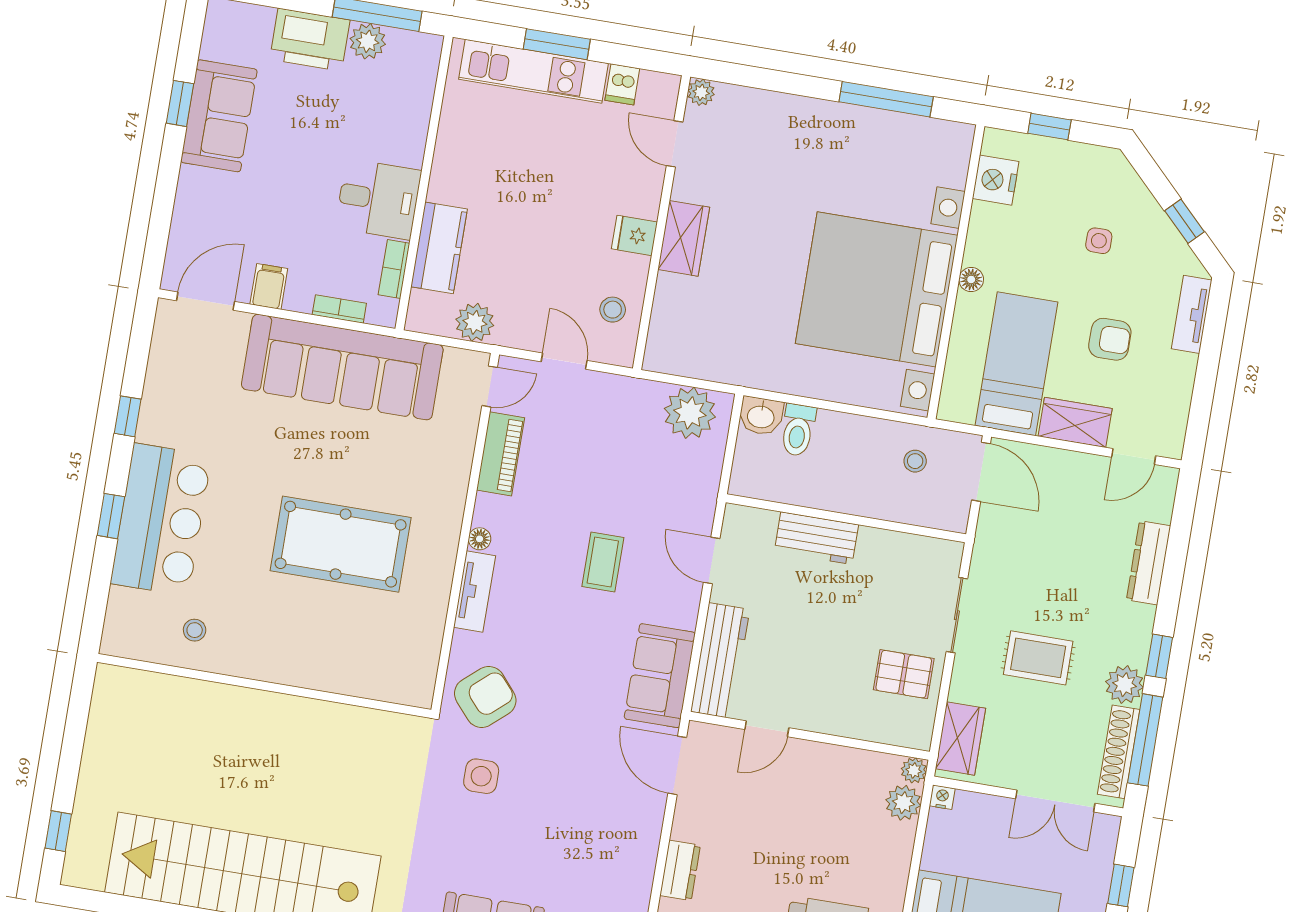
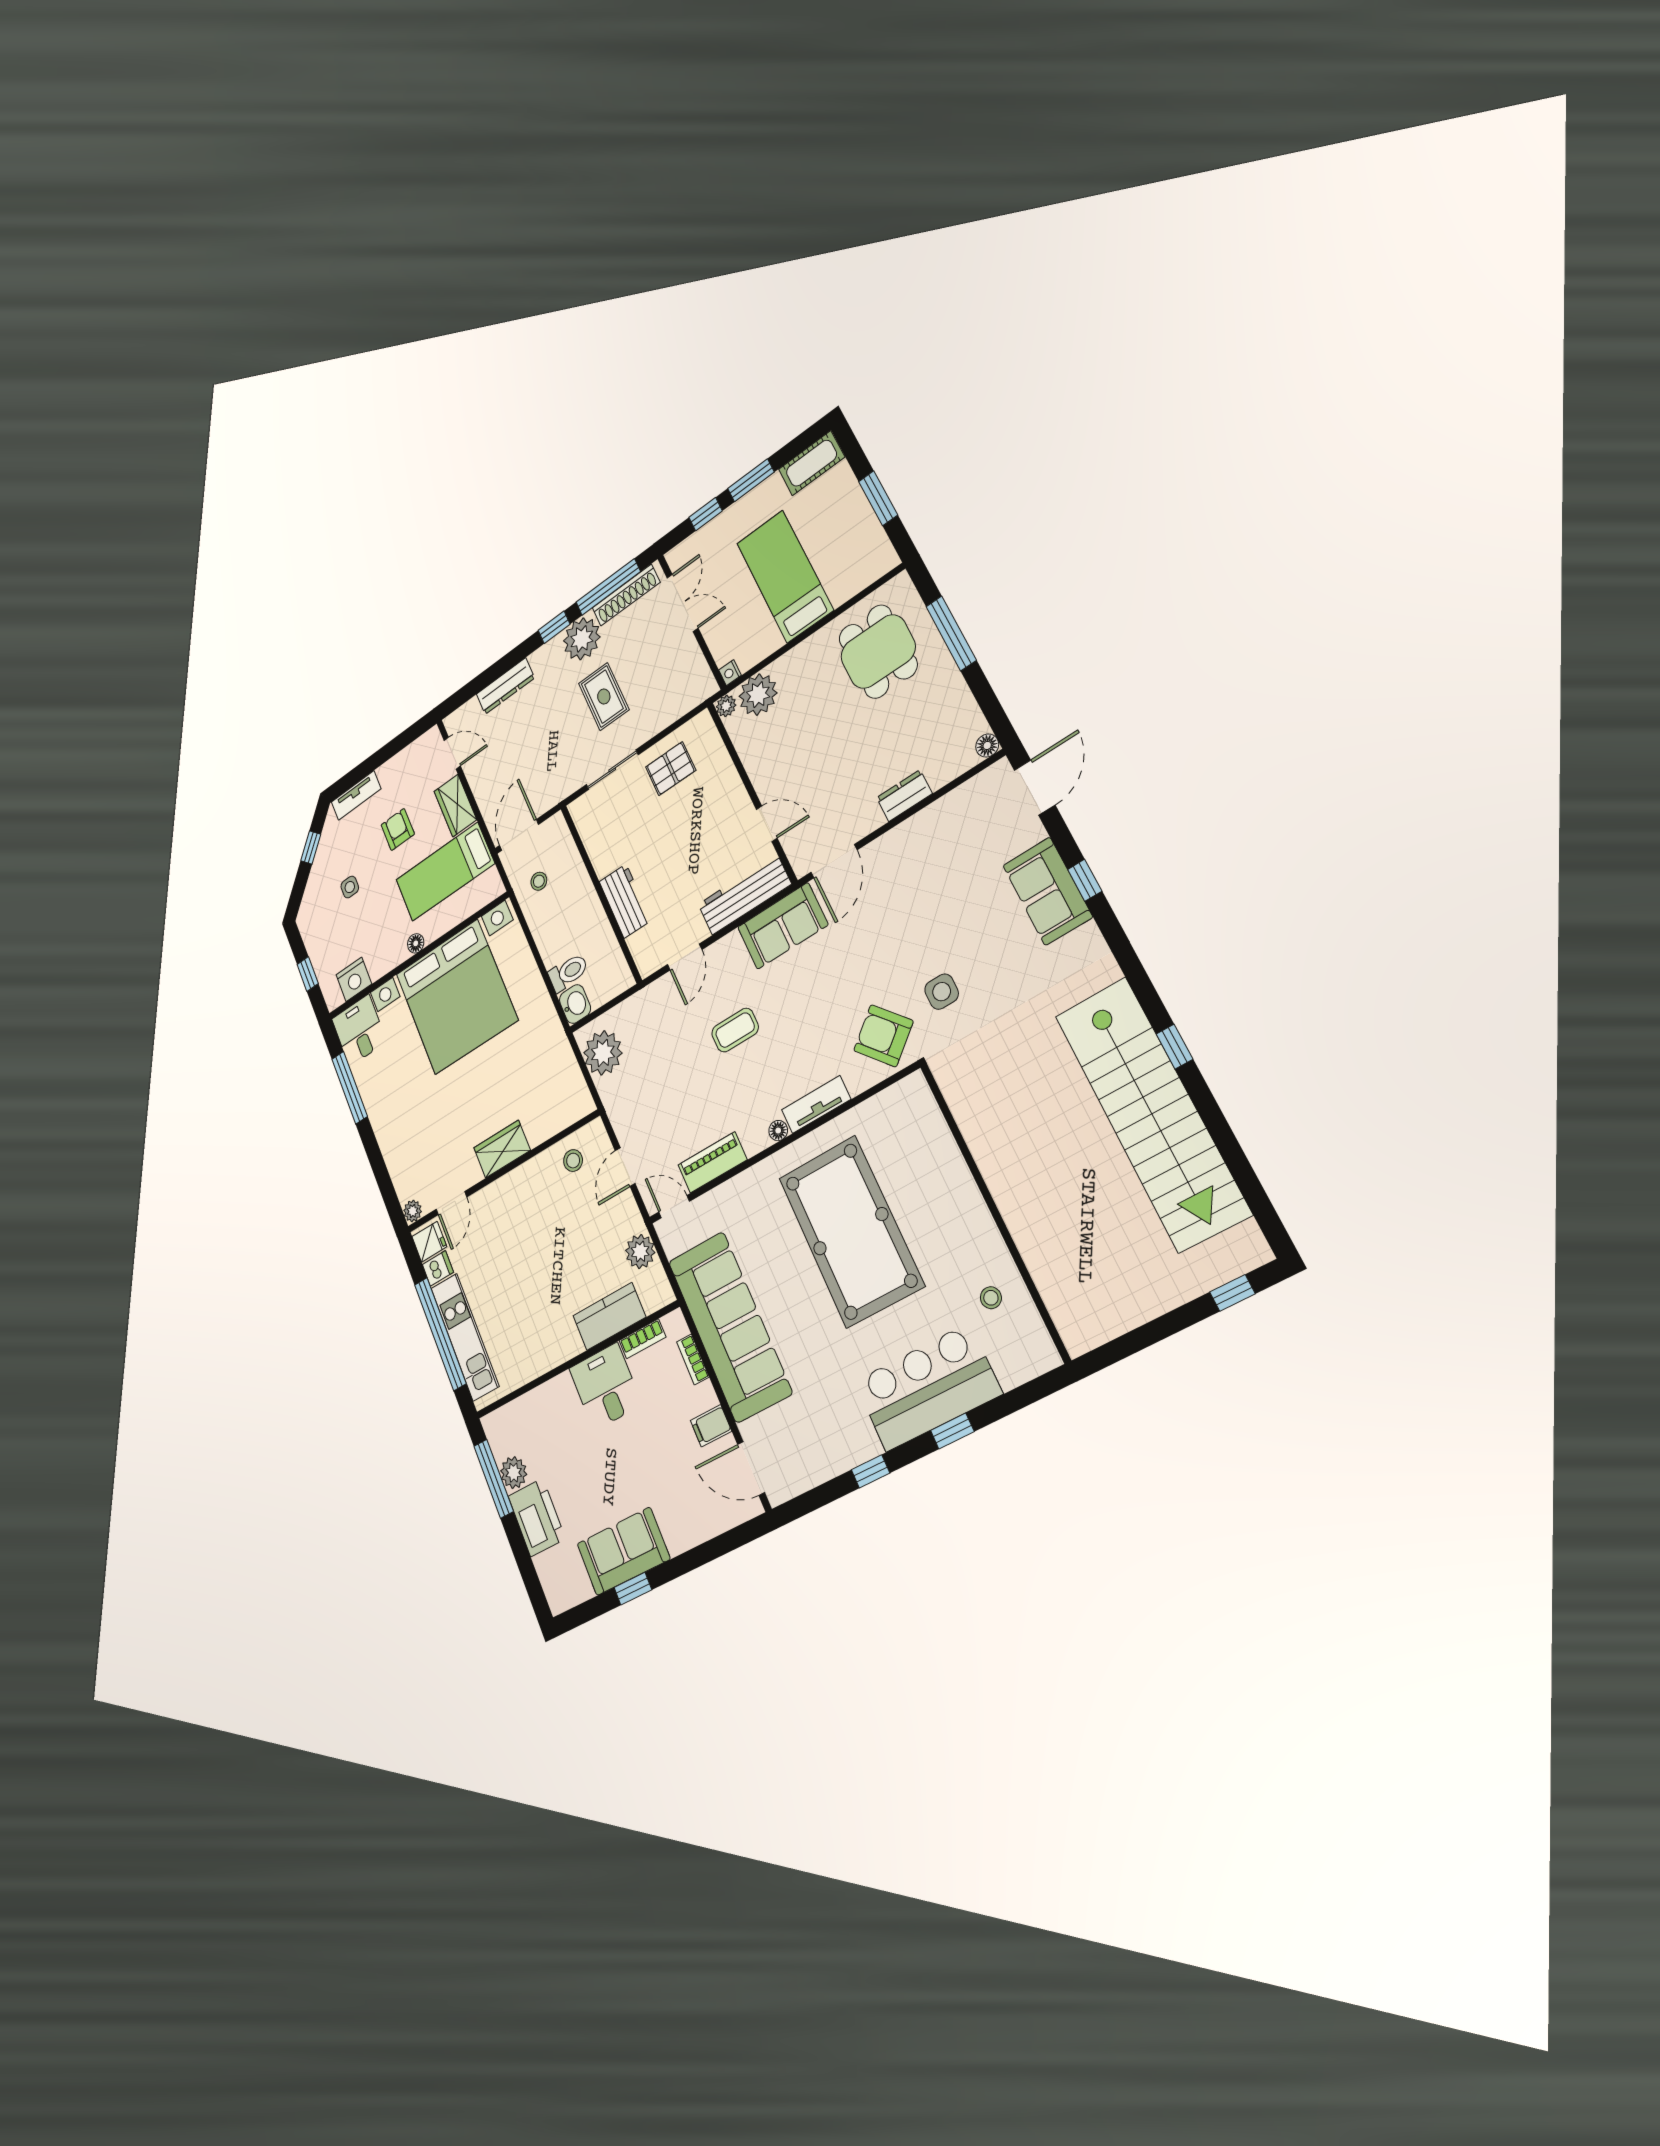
window: (557, 44) -> (440, 1334), width x2.11
desk: (937, 151) -> (359, 1030), added
fridge: (634, 235) -> (429, 1242), moved, turned -90
pool table: (341, 544) -> (851, 1231), width x1.36, depth x1.32
pallet: (904, 674) -> (671, 769), turned 90
plant: (1125, 685) -> (582, 639), width x1.36, depth x1.36
wardrobe: (960, 739) -> (685, 696), removed
plant: (903, 803) -> (758, 695), width x1.36, depth x1.36

